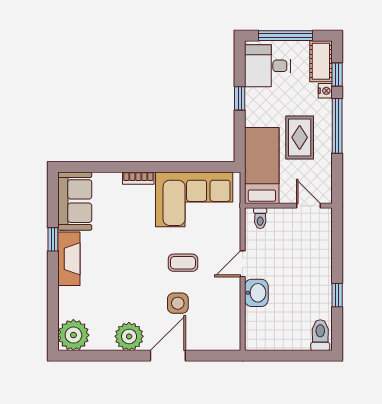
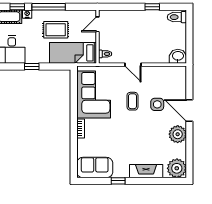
fireplace: (69, 259) -> (146, 171), moved
washbasin: (256, 293) -> (178, 56), moved

